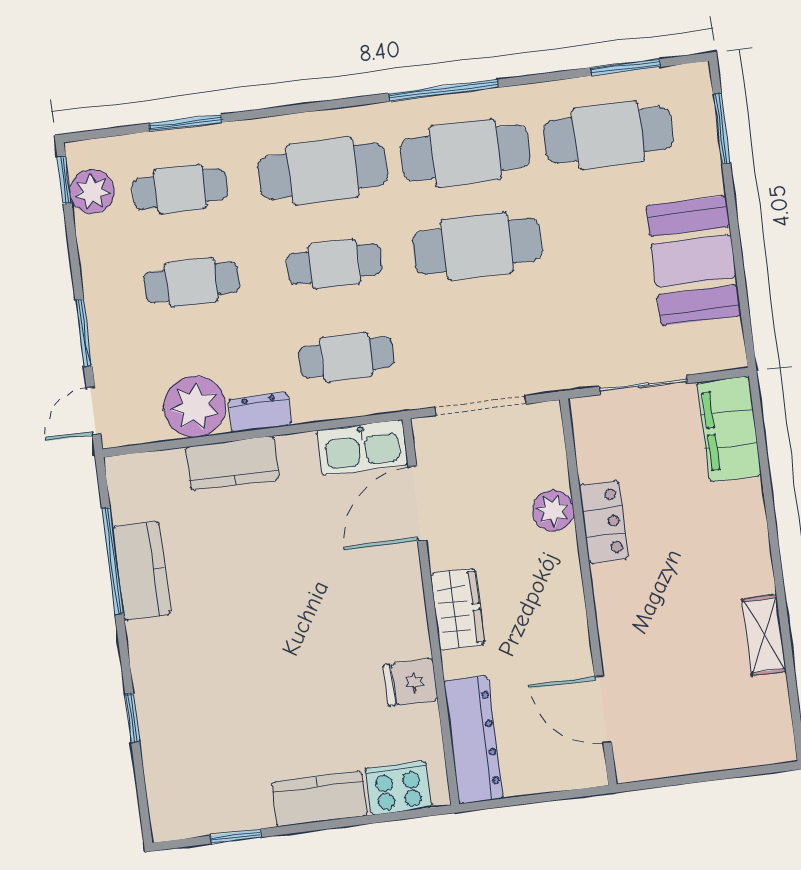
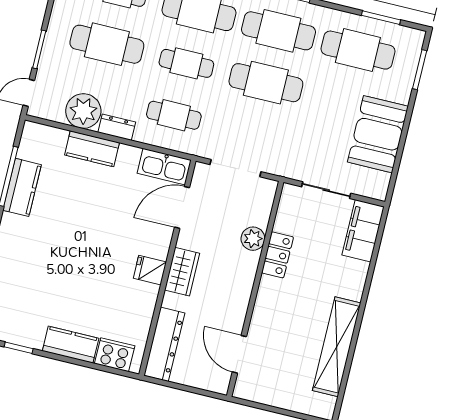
cafe table: (192, 282) -> (107, 44), width x1.37, depth x1.35
shelving: (764, 635) -> (337, 347), width x2.20, depth x1.33
fridge: (411, 682) -> (150, 270), moved

